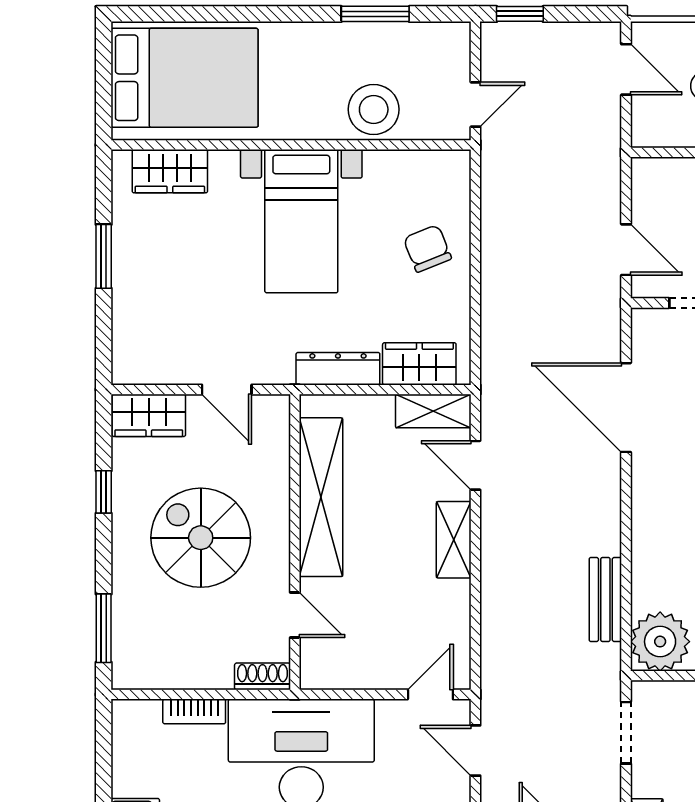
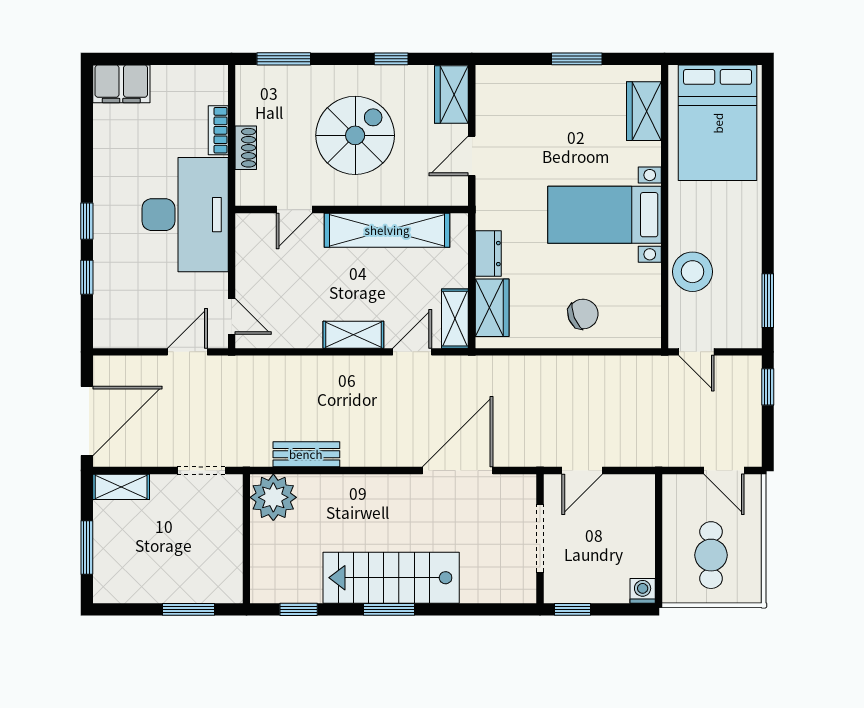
window: (375, 14) -> (768, 301), moved
door: (626, 69) -> (724, 471), hinge flipped
dresser: (338, 369) -> (488, 254), width x0.70
shoe rack: (263, 676) -> (246, 148), moved

